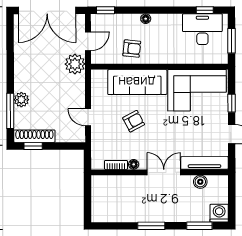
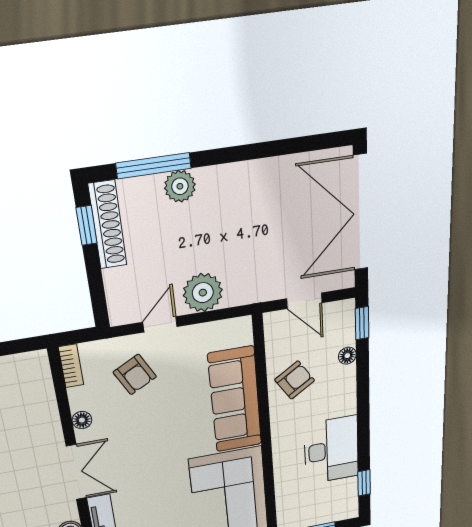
floor lamp: (146, 19) -> (347, 356), moved
desk: (202, 29) -> (331, 450), moved
armchair: (132, 49) -> (295, 380), turned -129
plant: (75, 64) -> (203, 293), moved
armchair: (134, 121) -> (135, 374), moved
bookcase: (116, 165) -> (71, 366), moved

